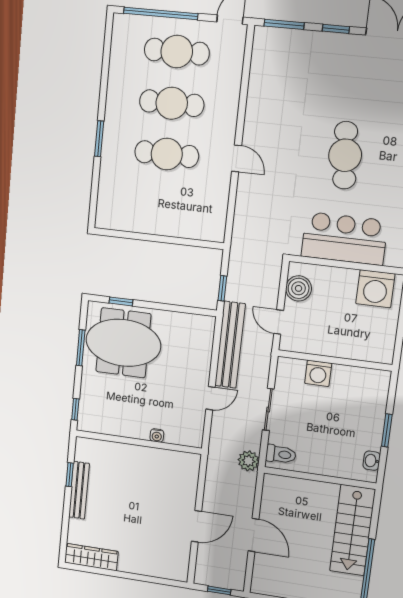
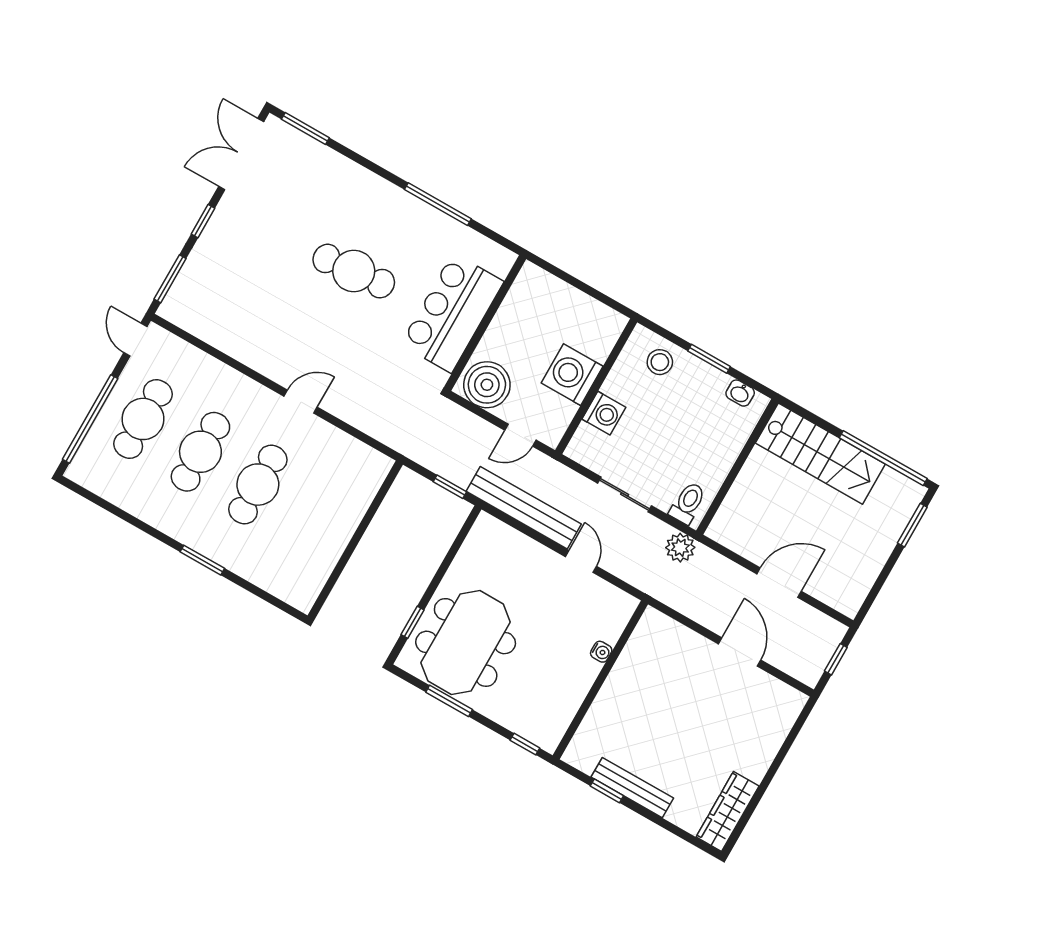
boiler: (299, 288) -> (487, 385), width x1.37, depth x1.37
washing machine: (375, 289) -> (572, 375), moved, turned 180
stool: (370, 398) -> (660, 362), added

